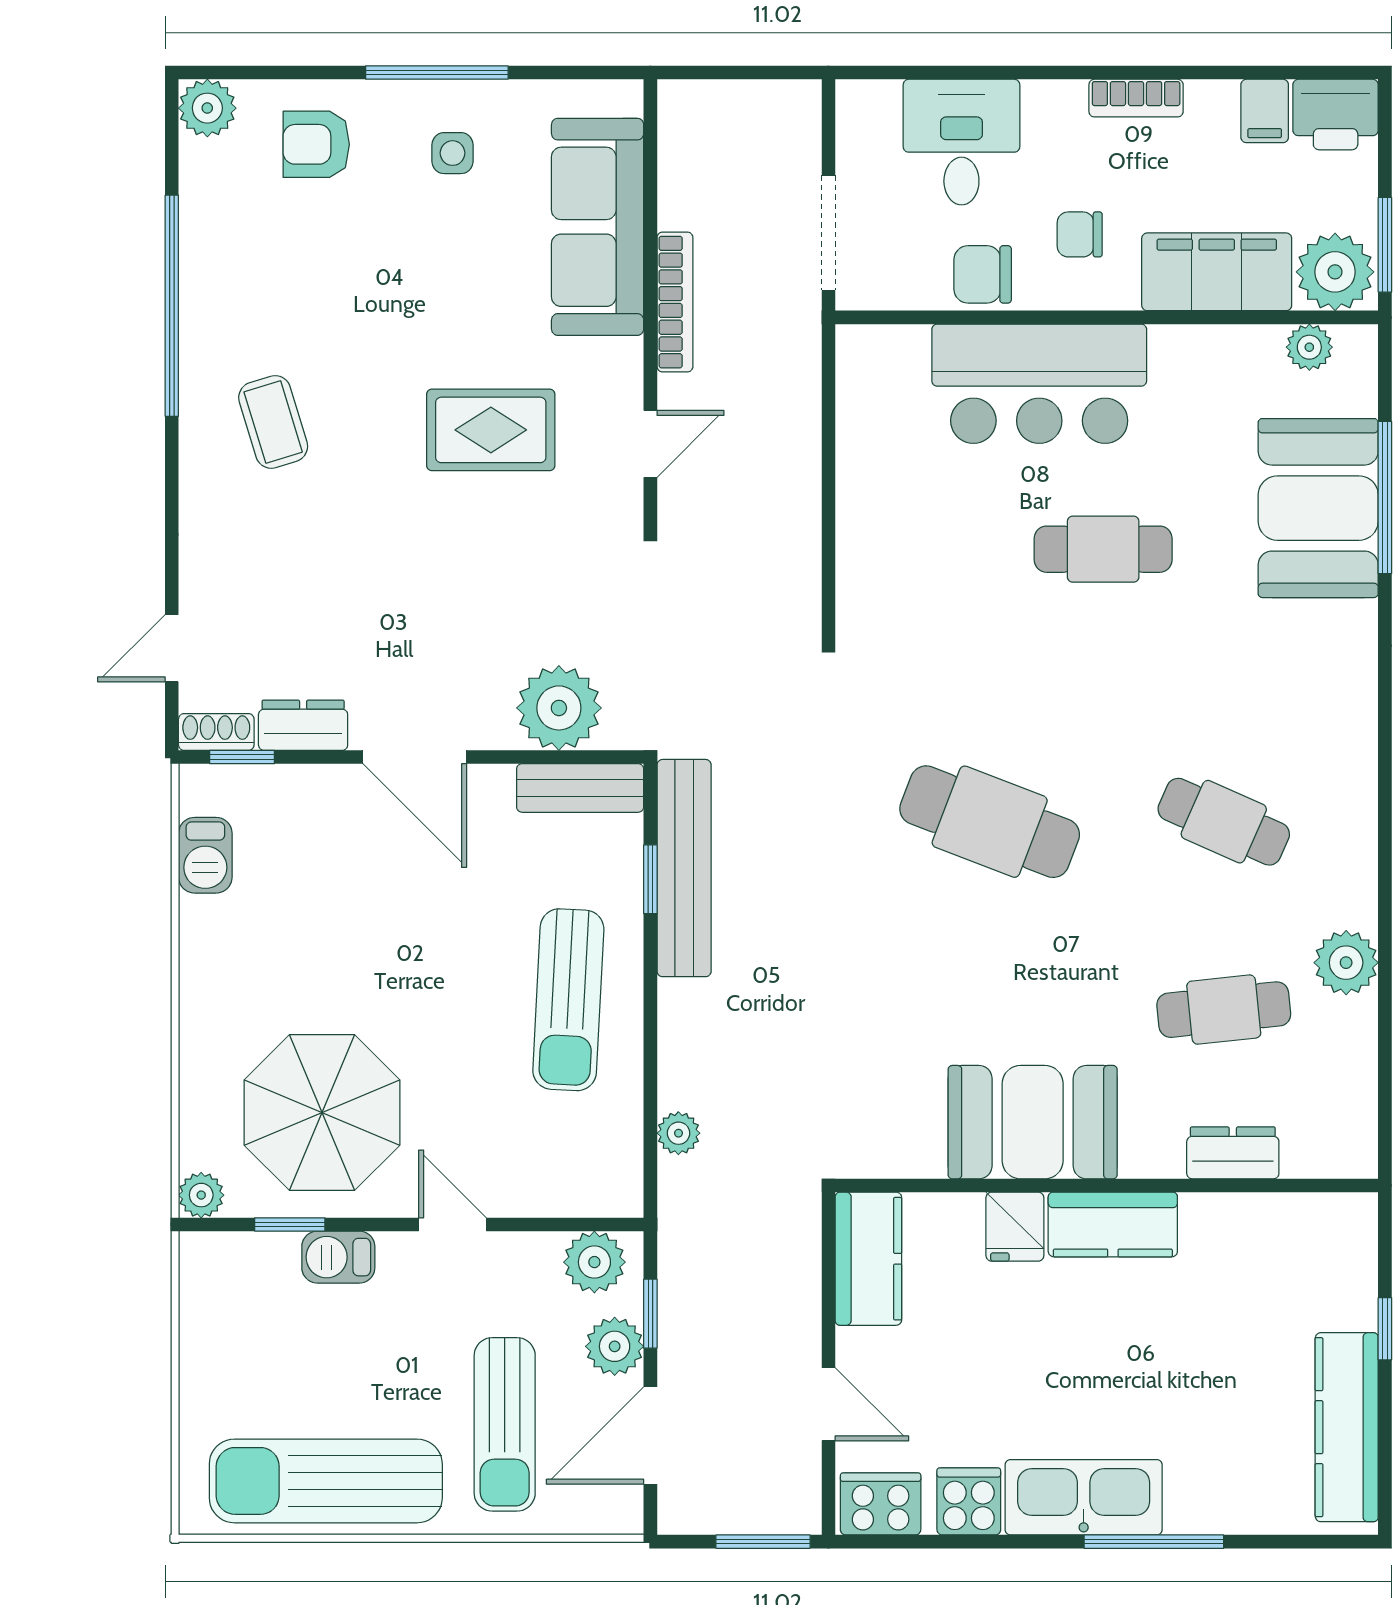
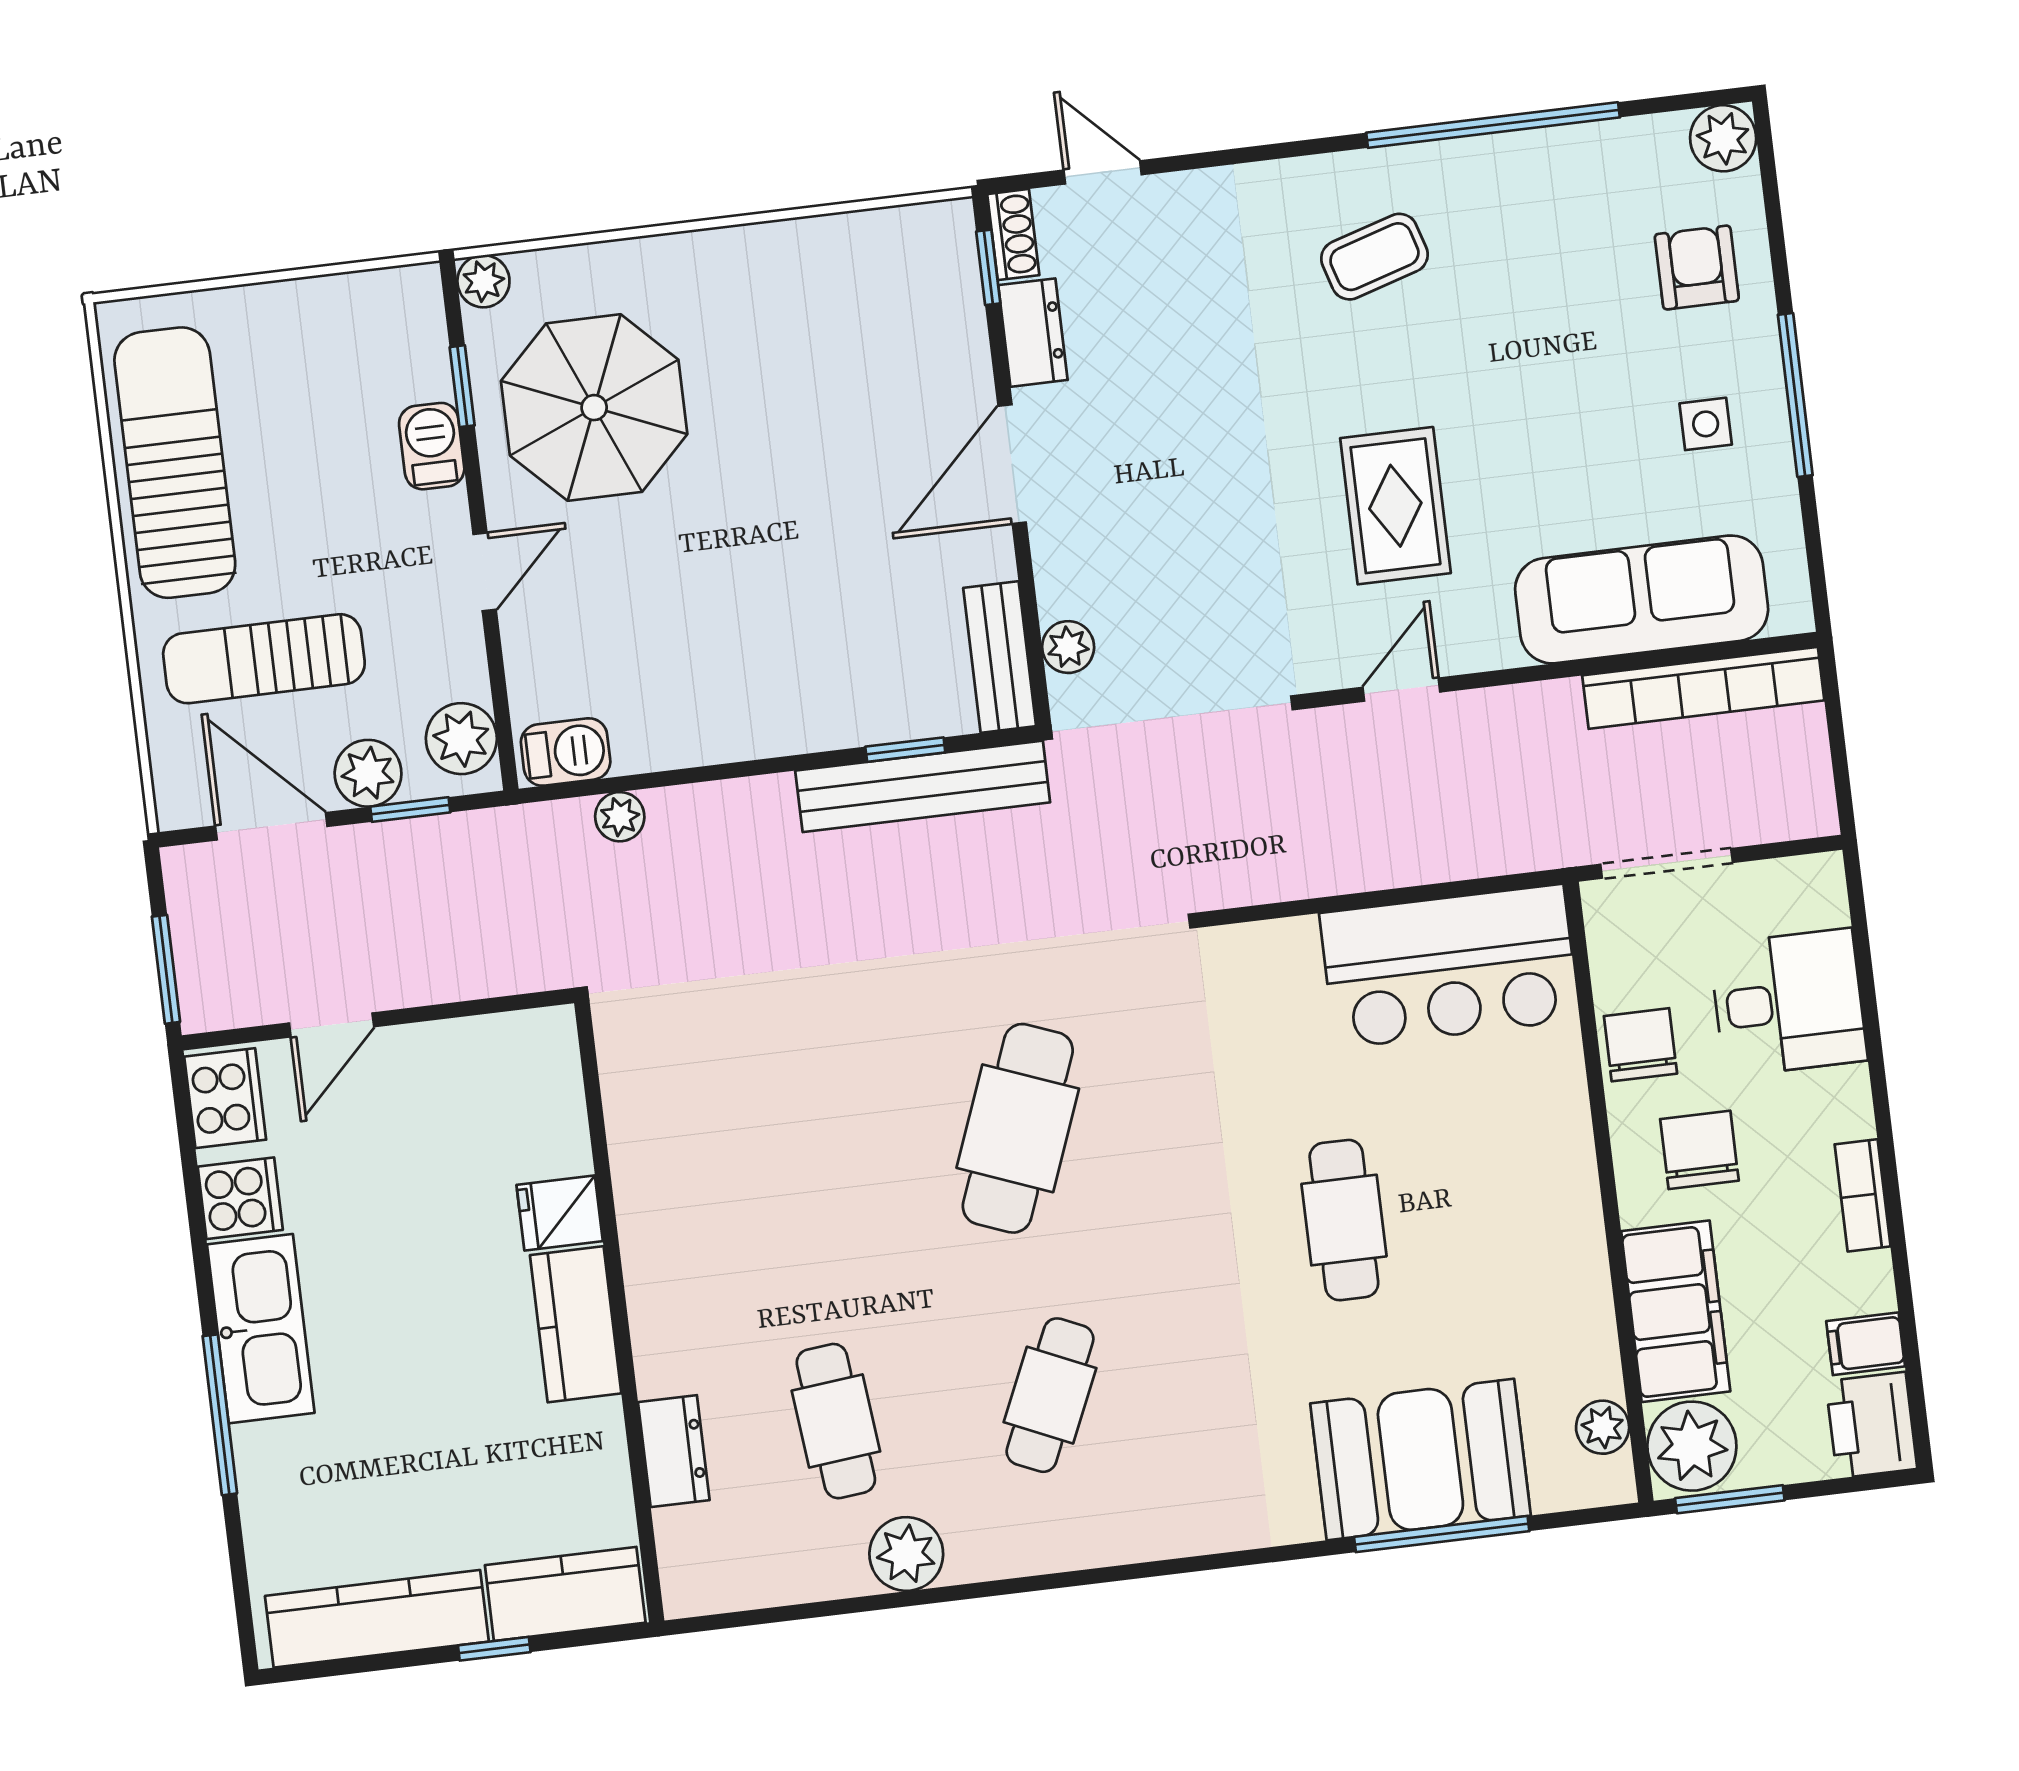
chair: (1080, 234) -> (1699, 1150), width x1.37, depth x1.37
bookcase: (675, 302) -> (1703, 688), moved, width x1.48, depth x1.31
bar counter: (1039, 384) -> (1449, 966), moved, turned -90
door: (650, 444) -> (1401, 690), swing flipped
plant: (559, 708) -> (1068, 647), width x0.53, depth x0.53
barbecue: (205, 855) -> (566, 752), moved, turned 180
sun lounger: (568, 1000) -> (757, 673), removed
booth: (1033, 1122) -> (681, 1219), removed
kitchen counter: (868, 1259) -> (565, 1594), moved, turned 180

